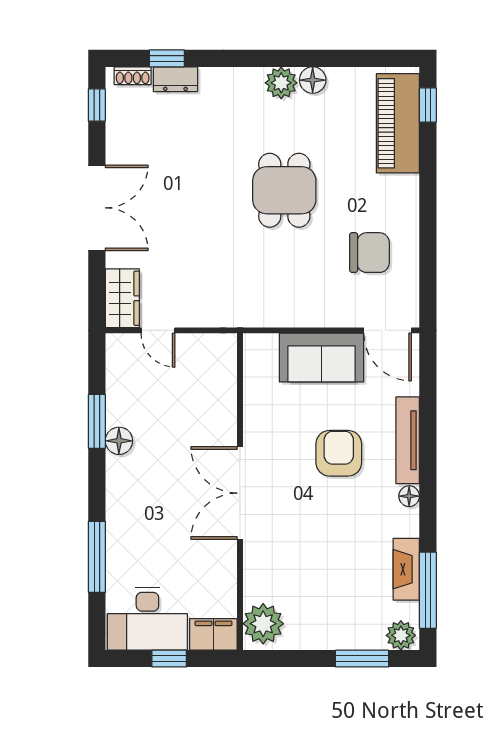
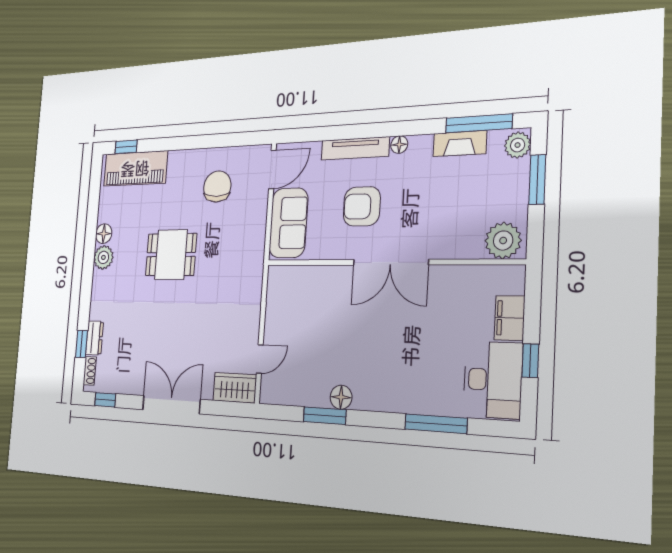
wall: (240, 492) -> (389, 262), moved
double door: (240, 493) -> (390, 262), moved
plant: (263, 624) -> (503, 240), moved

